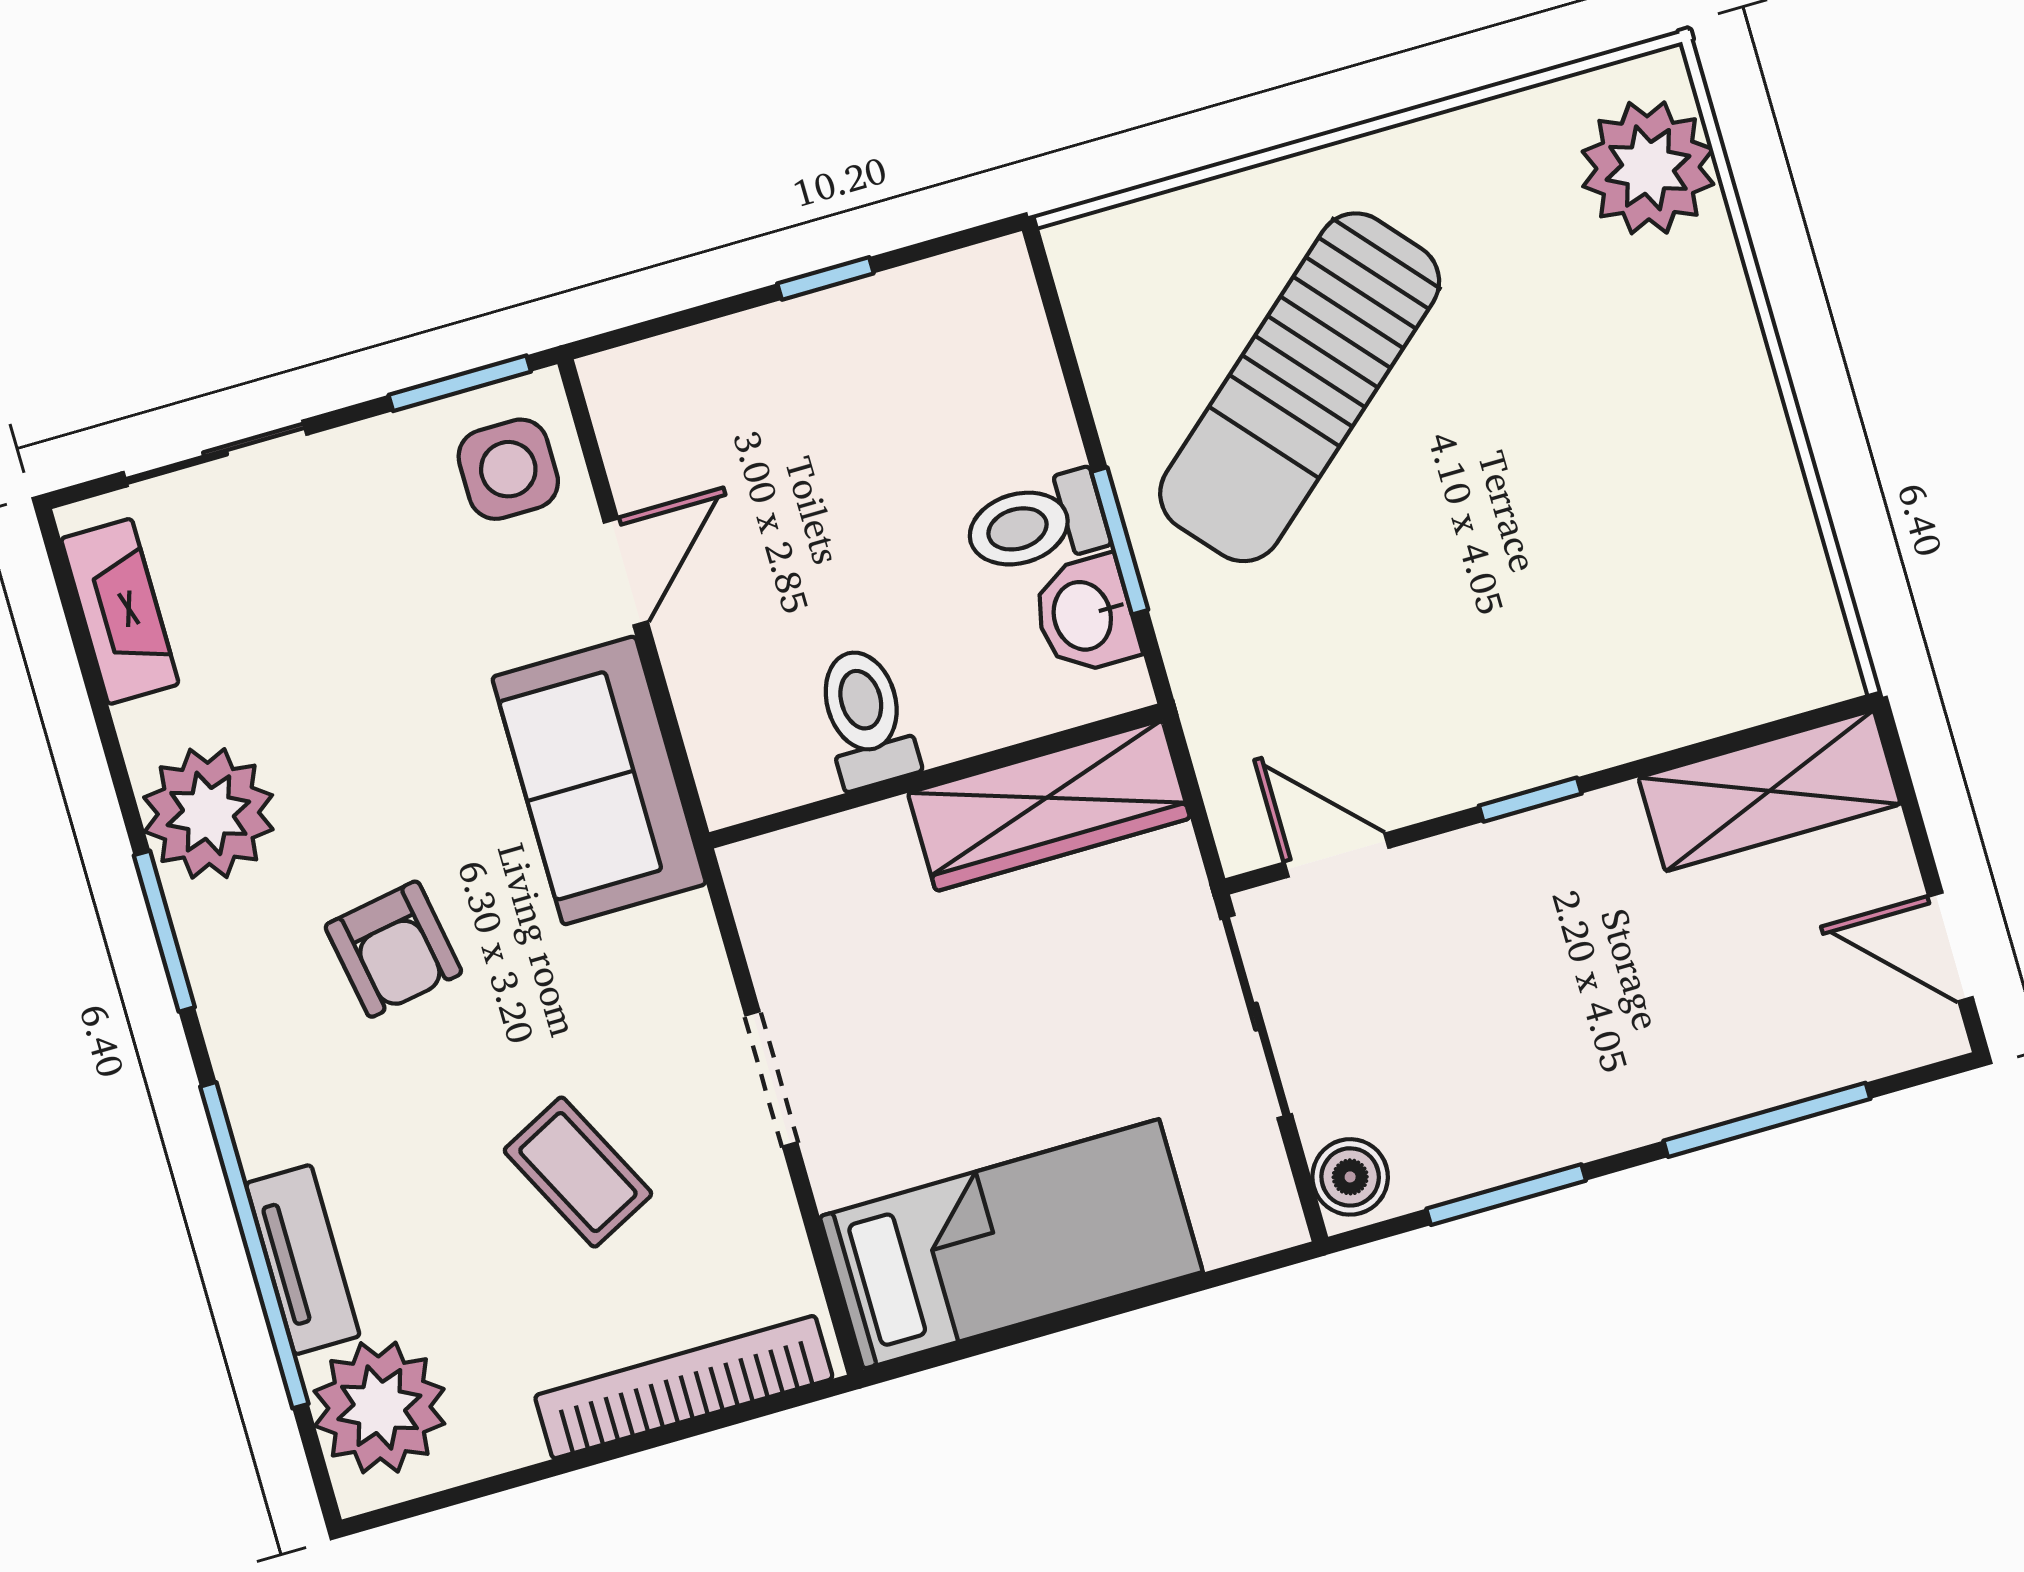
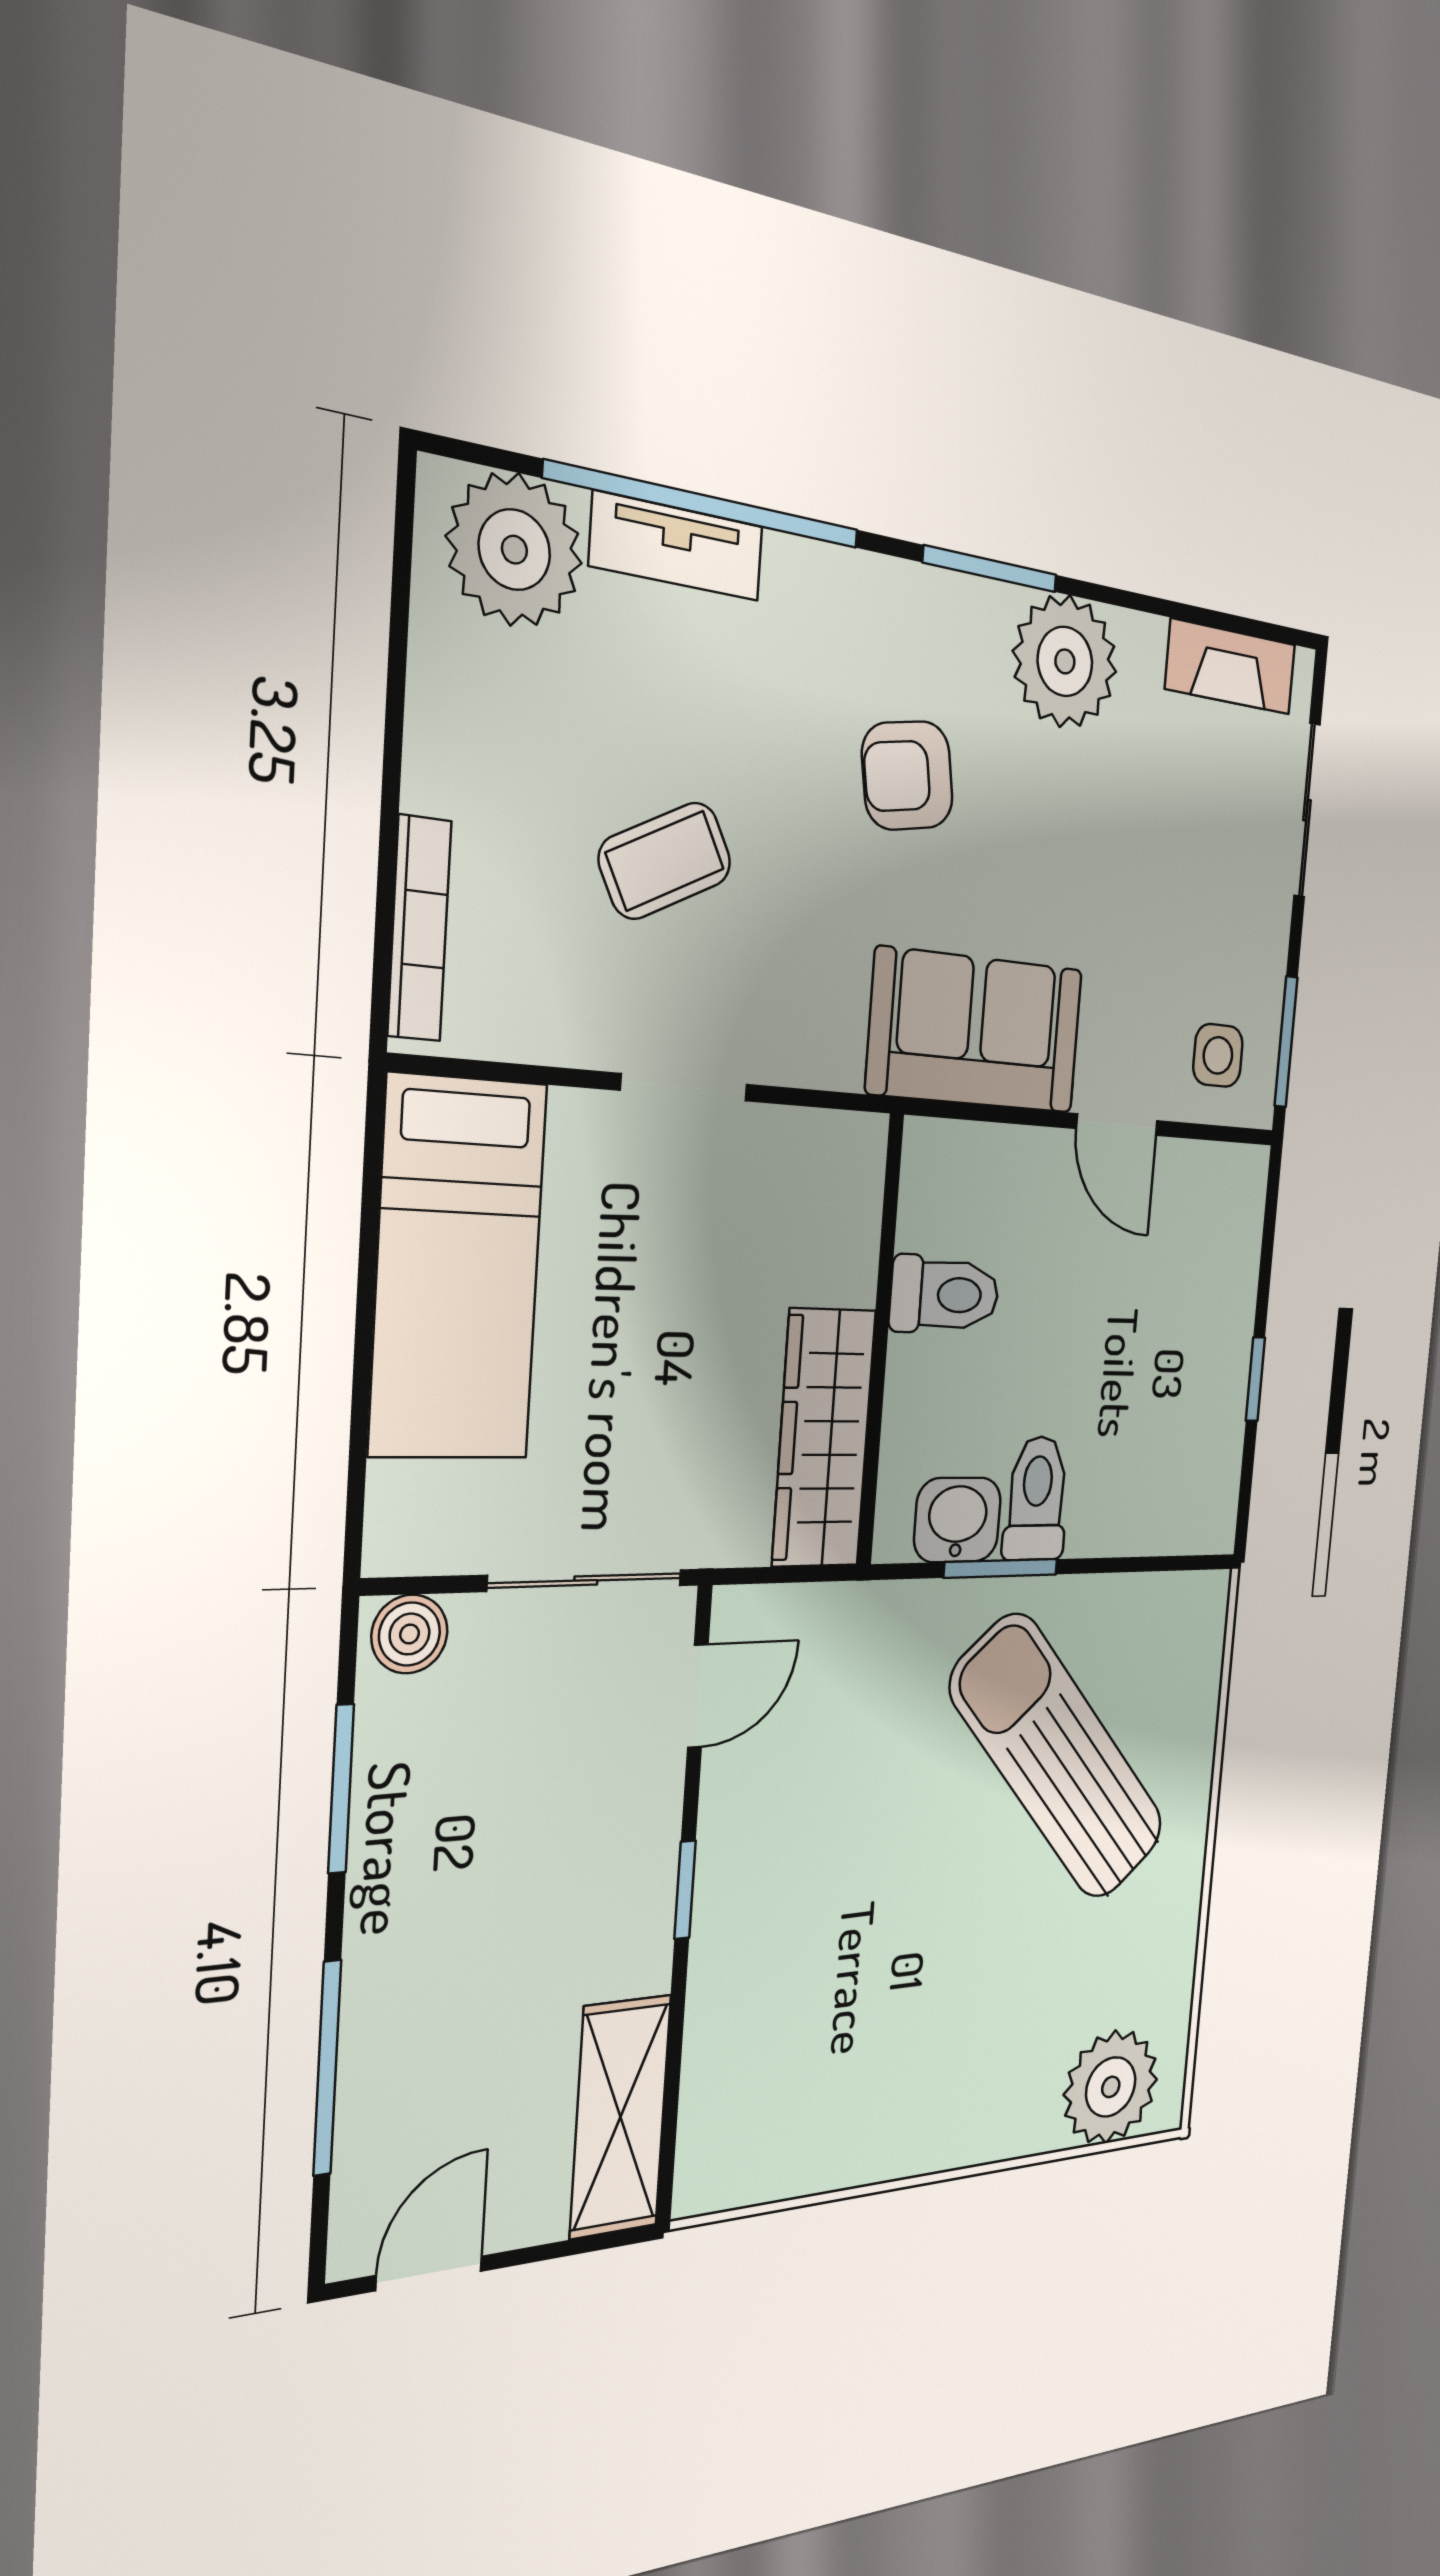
side table: (508, 469) -> (1218, 1055), width x0.73, depth x0.73
bookcase: (684, 1387) -> (419, 929), width x0.68, depth x0.76

